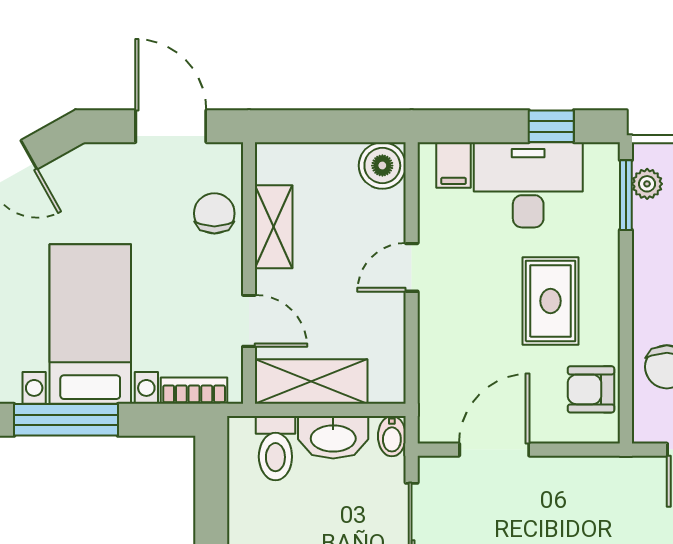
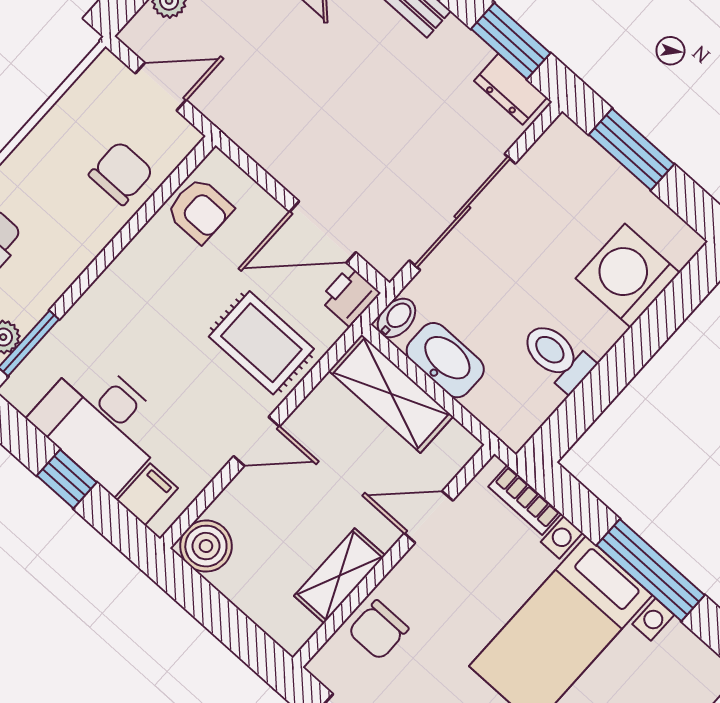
window: (551, 126) -> (67, 479), moved
rug: (551, 301) -> (261, 343), moved, turned 90
door: (249, 321) -> (429, 517), hinge flipped
shelving: (311, 381) -> (391, 394), moved
printer: (437, 422) -> (350, 296), added
toilet: (275, 448) -> (557, 356), moved, turned -90

